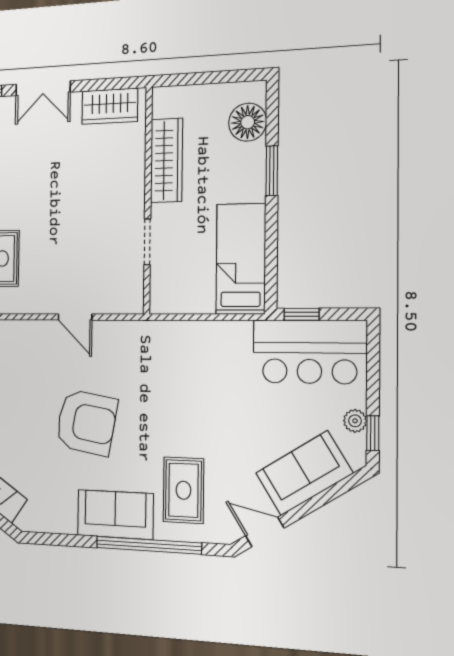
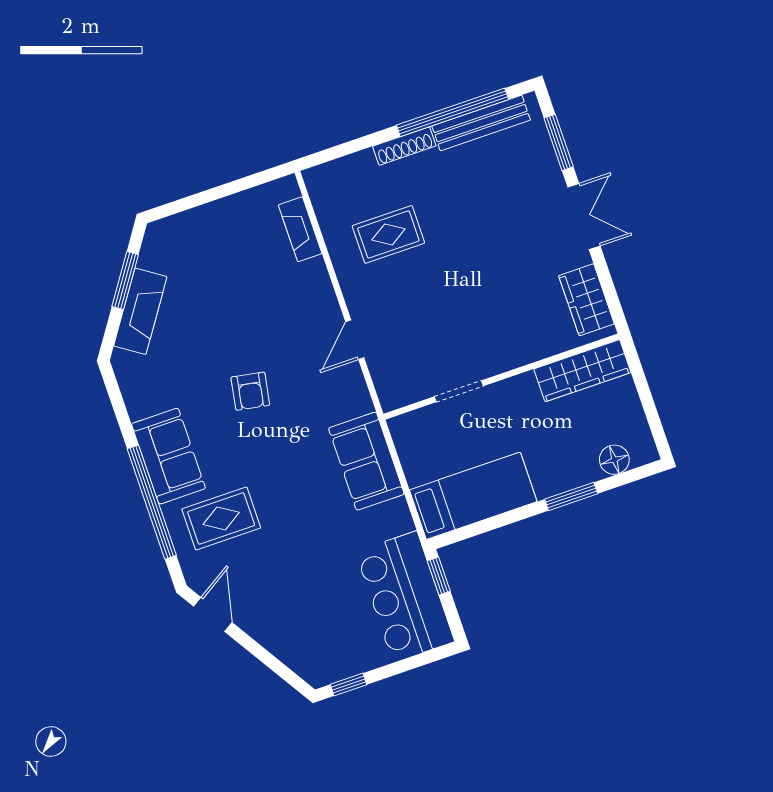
double door: (43, 88) -> (584, 216), swing flipped
floor lamp: (248, 122) -> (614, 460), width x0.73, depth x0.73
wardrobe: (166, 160) -> (582, 371), moved
plant: (355, 421) -> (354, 664), removed
armchair: (86, 422) -> (250, 391), width x0.53, depth x0.53
sofa: (304, 473) -> (366, 461), moved, turned -148

